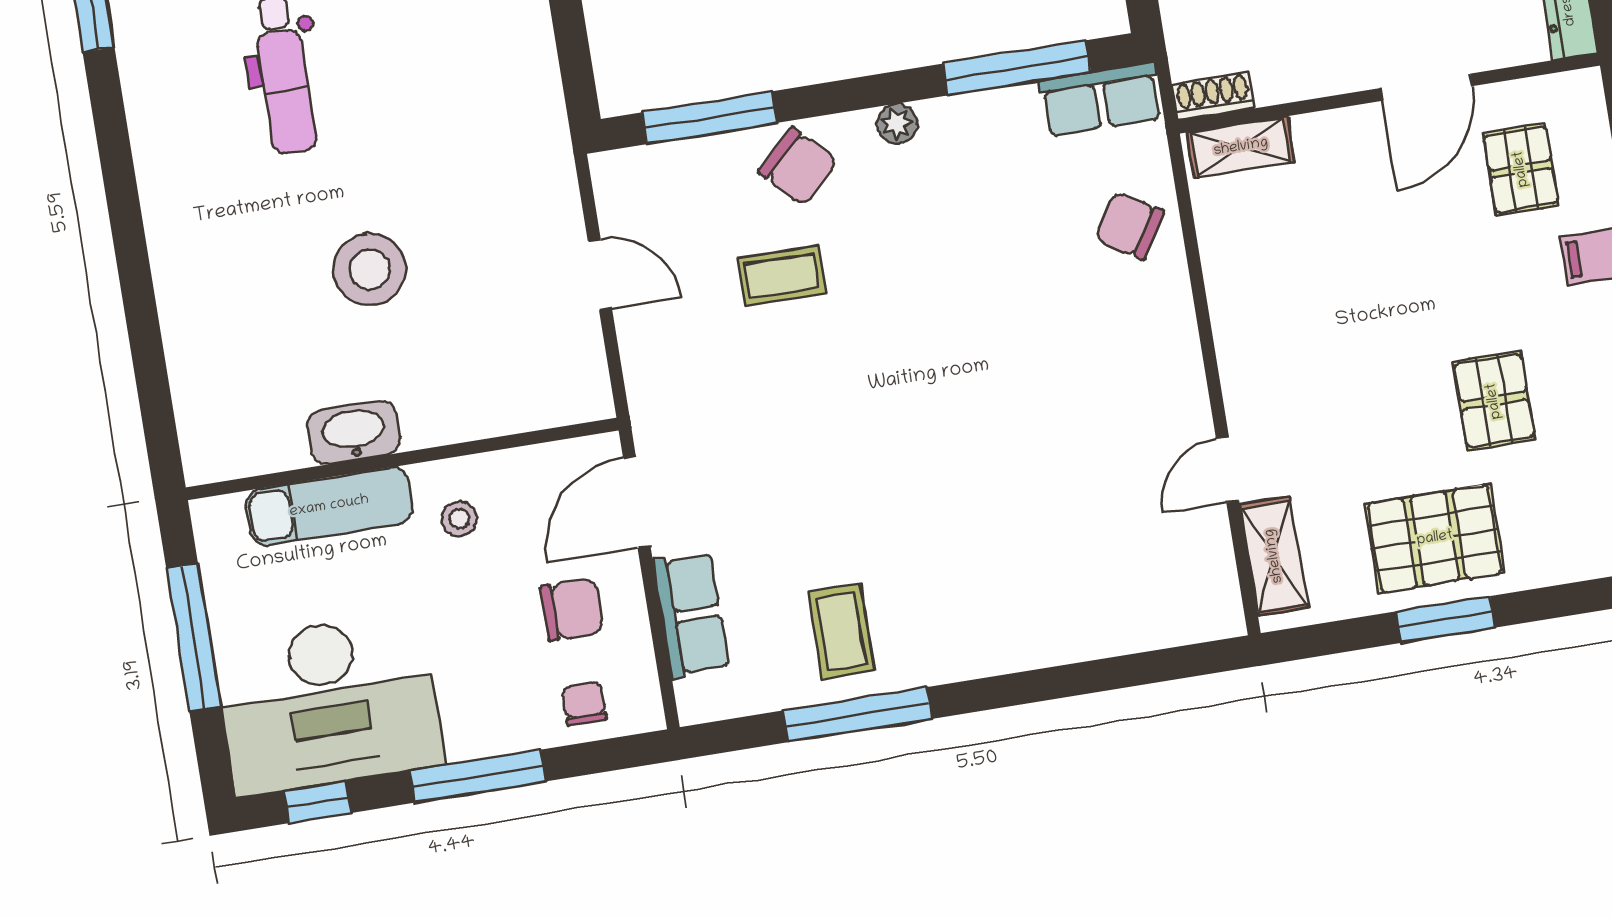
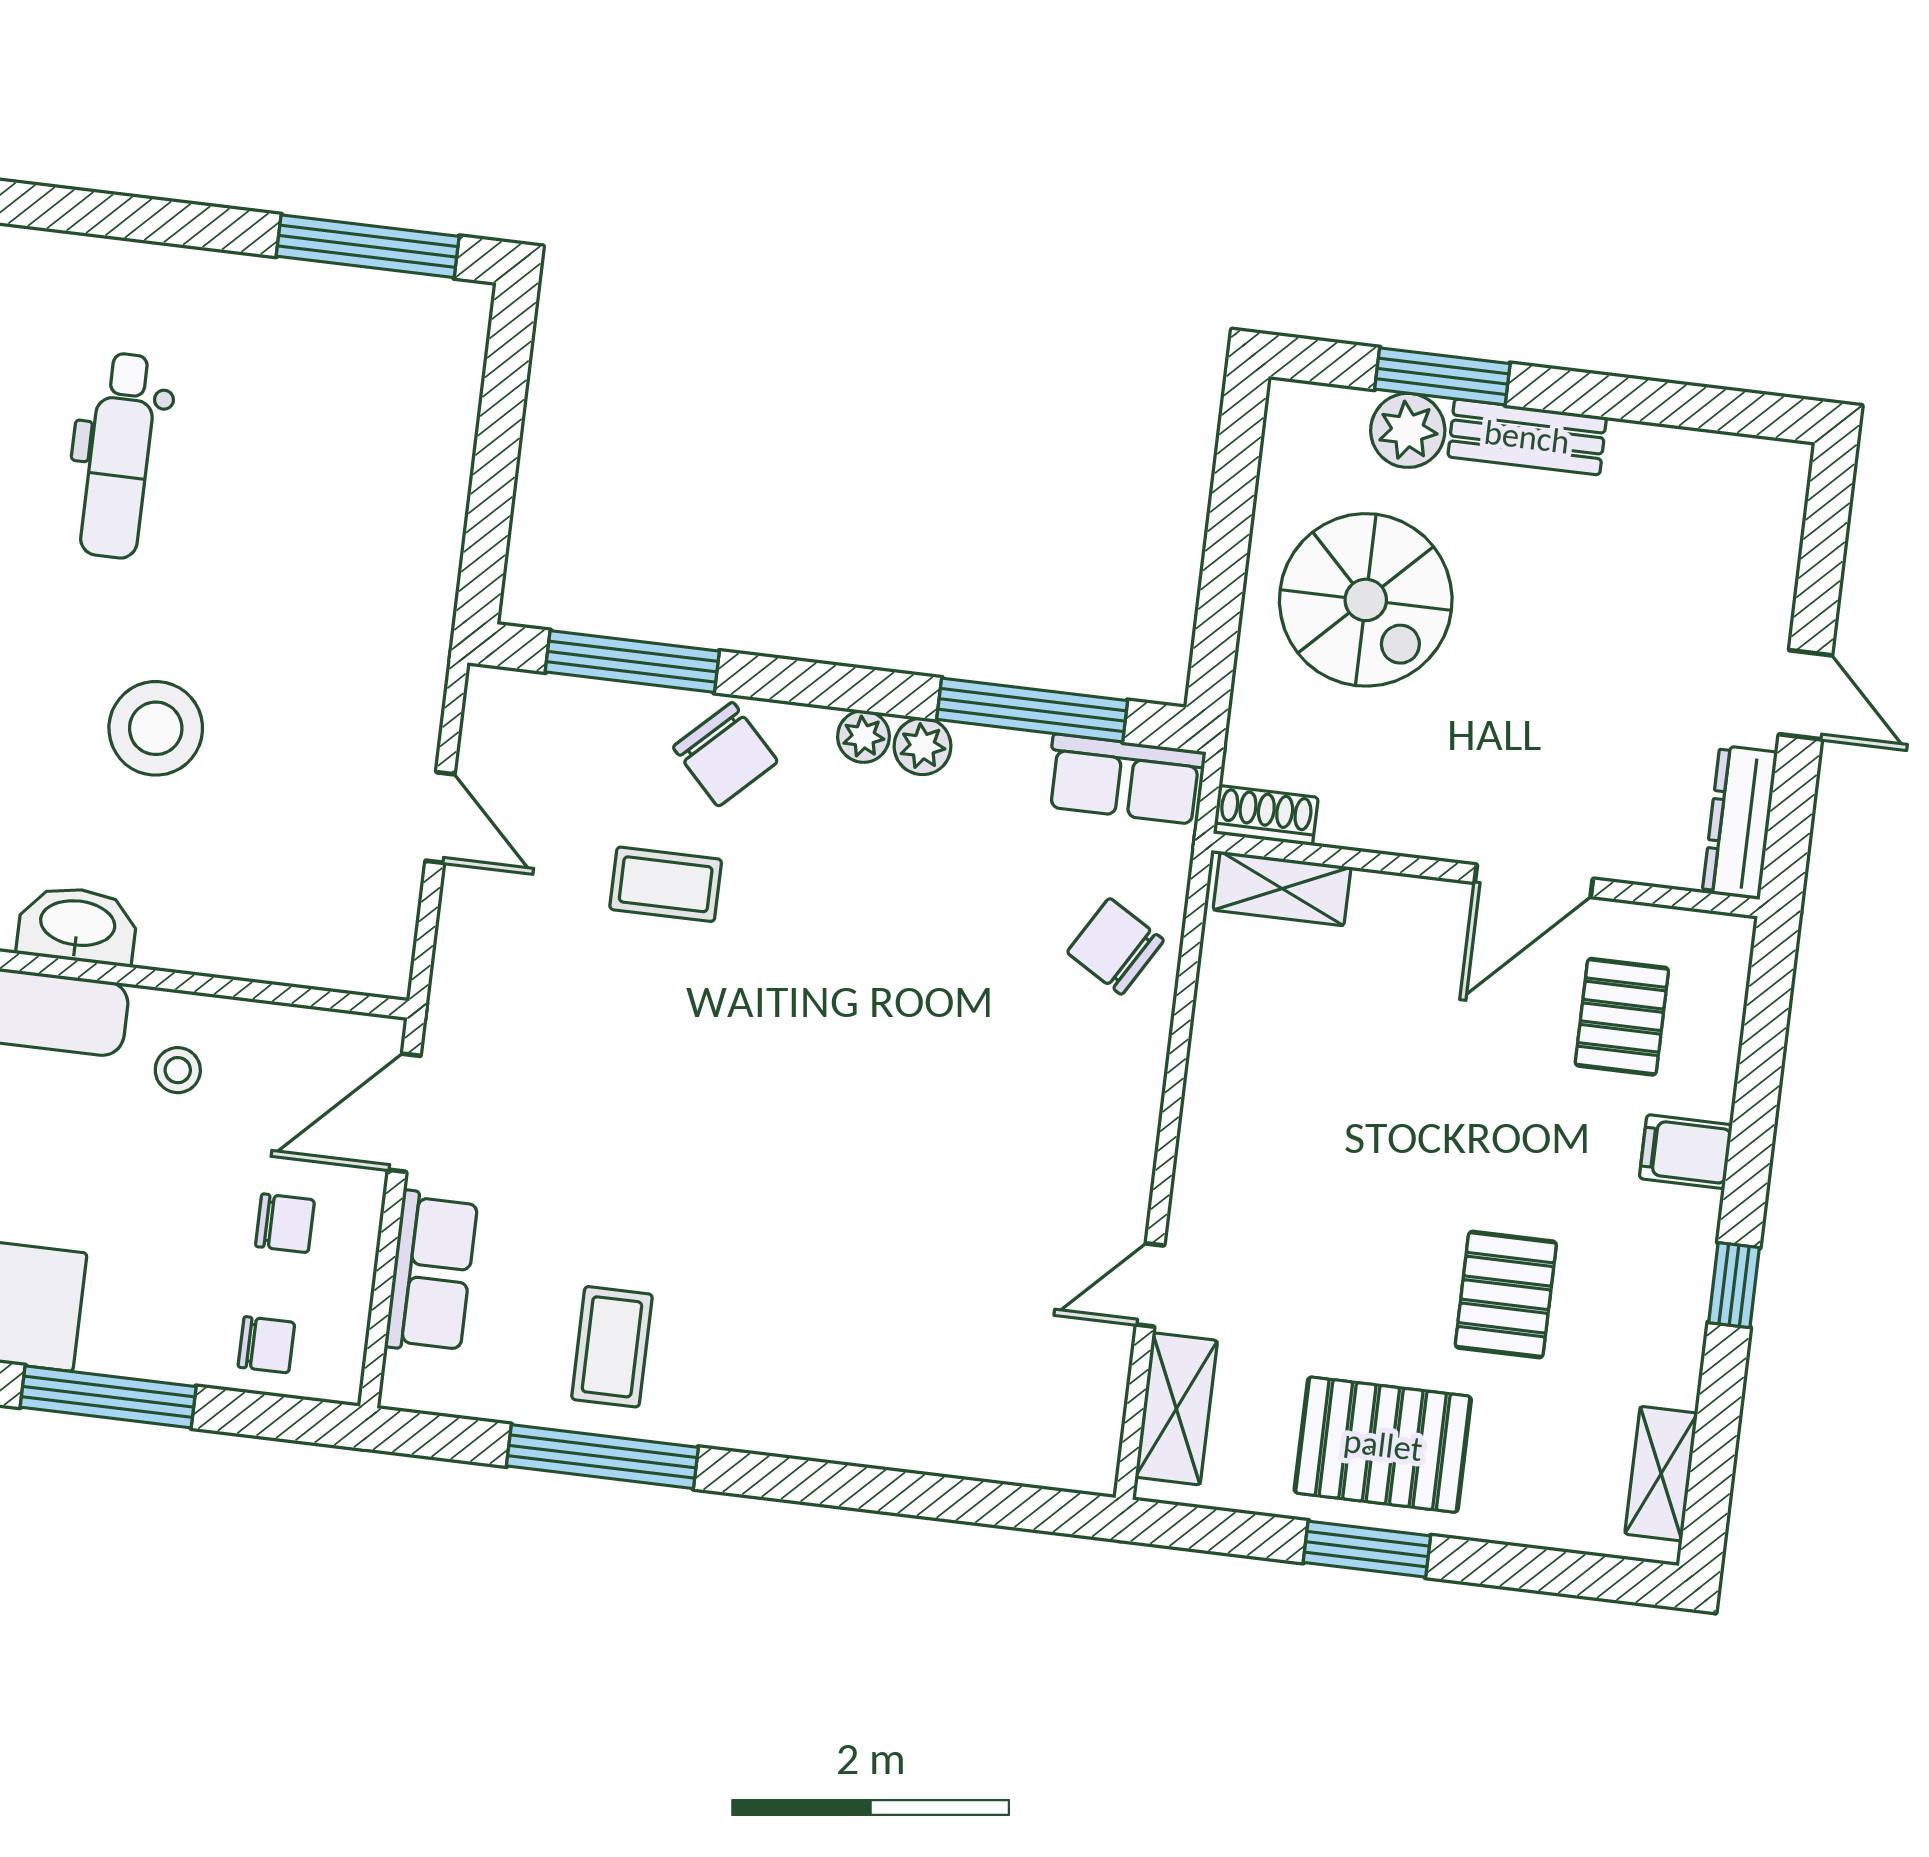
plant: (943, 118) -> (923, 746), added
chair: (572, 609) -> (285, 1223), width x0.73, depth x0.73
chair: (584, 704) -> (266, 1345), turned 90

